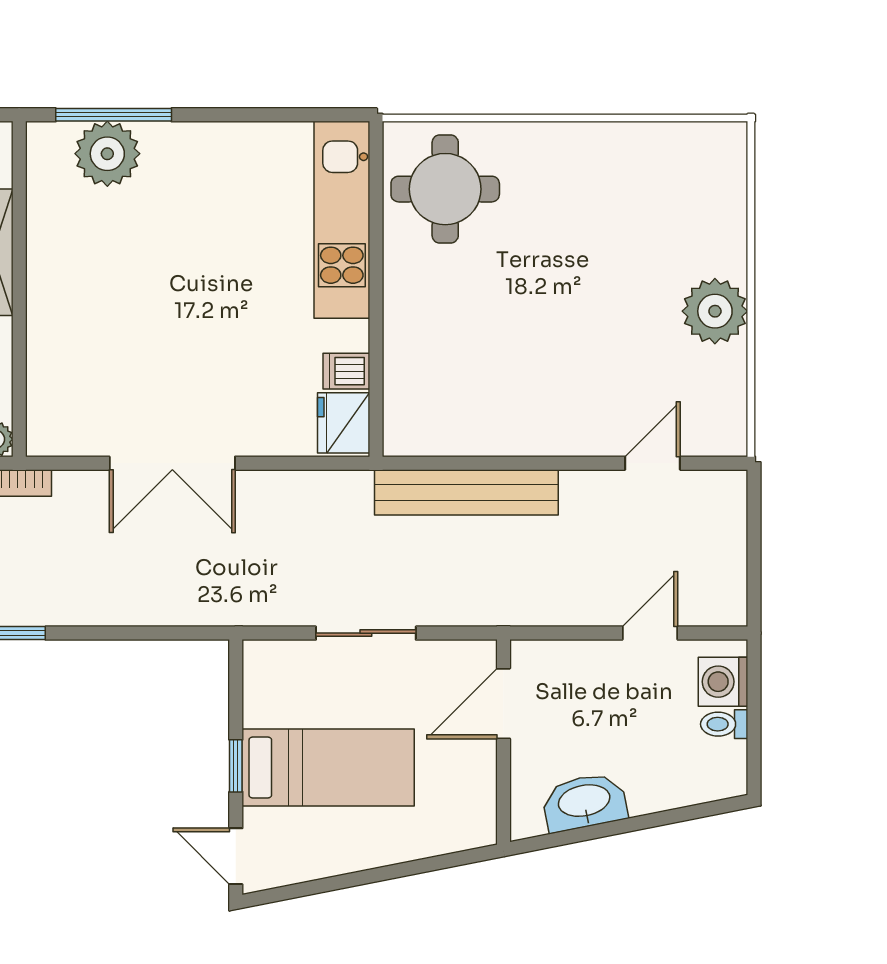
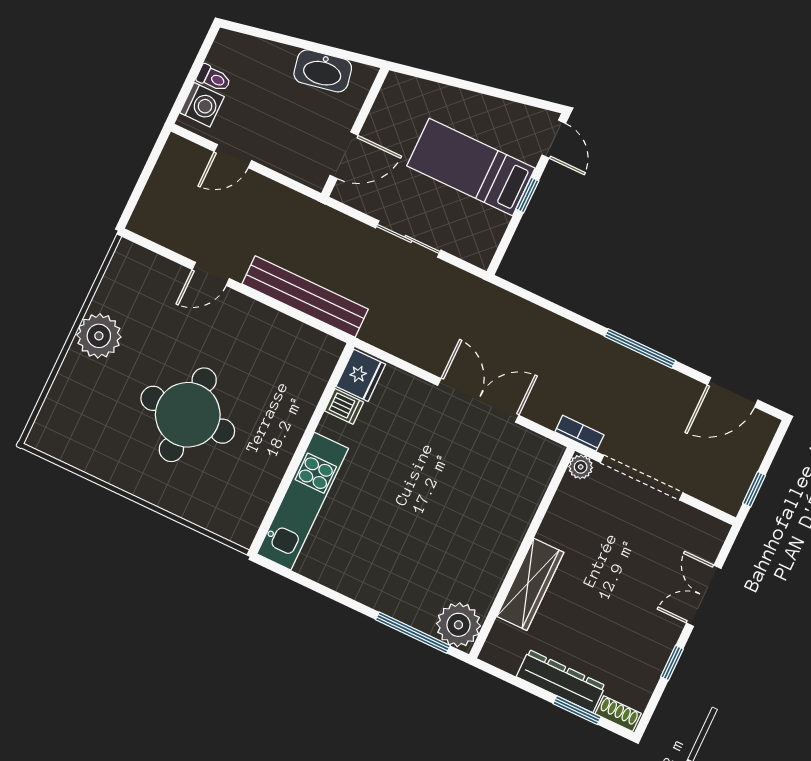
plant: (107, 154) -> (458, 625), moved
round table: (445, 189) -> (188, 415), moved, width x1.36, depth x1.36
door: (653, 463) -> (211, 274), moved

